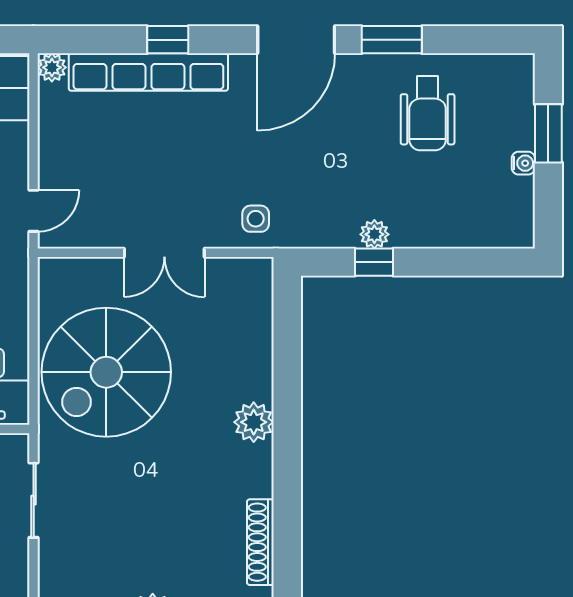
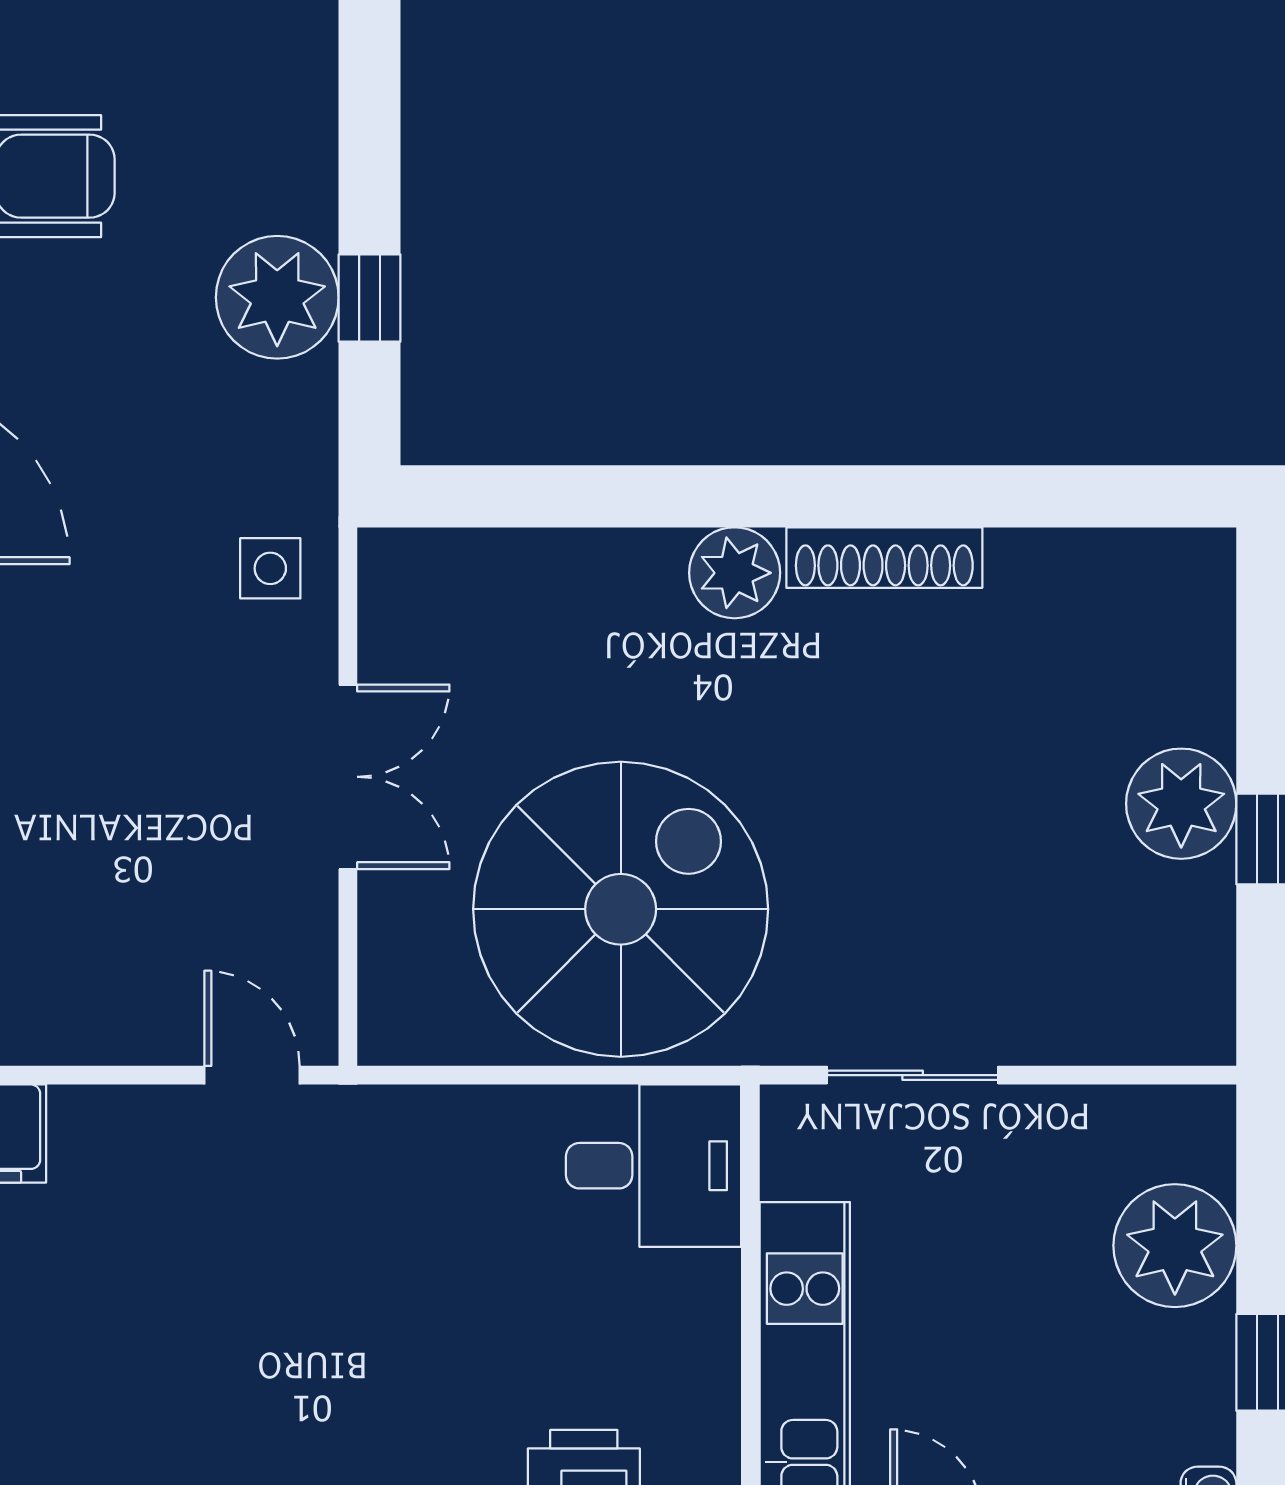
plant: (374, 234) -> (277, 297), width x1.88, depth x1.88
spiral stairs: (106, 372) -> (621, 909), turned -90
shoe rack: (260, 542) -> (884, 558), moved

